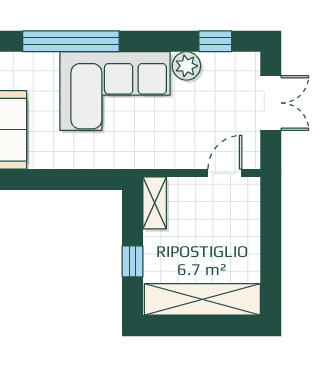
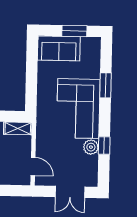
window: (71, 41) -> (106, 85), width x0.47
window: (215, 41) -> (104, 145), moved

